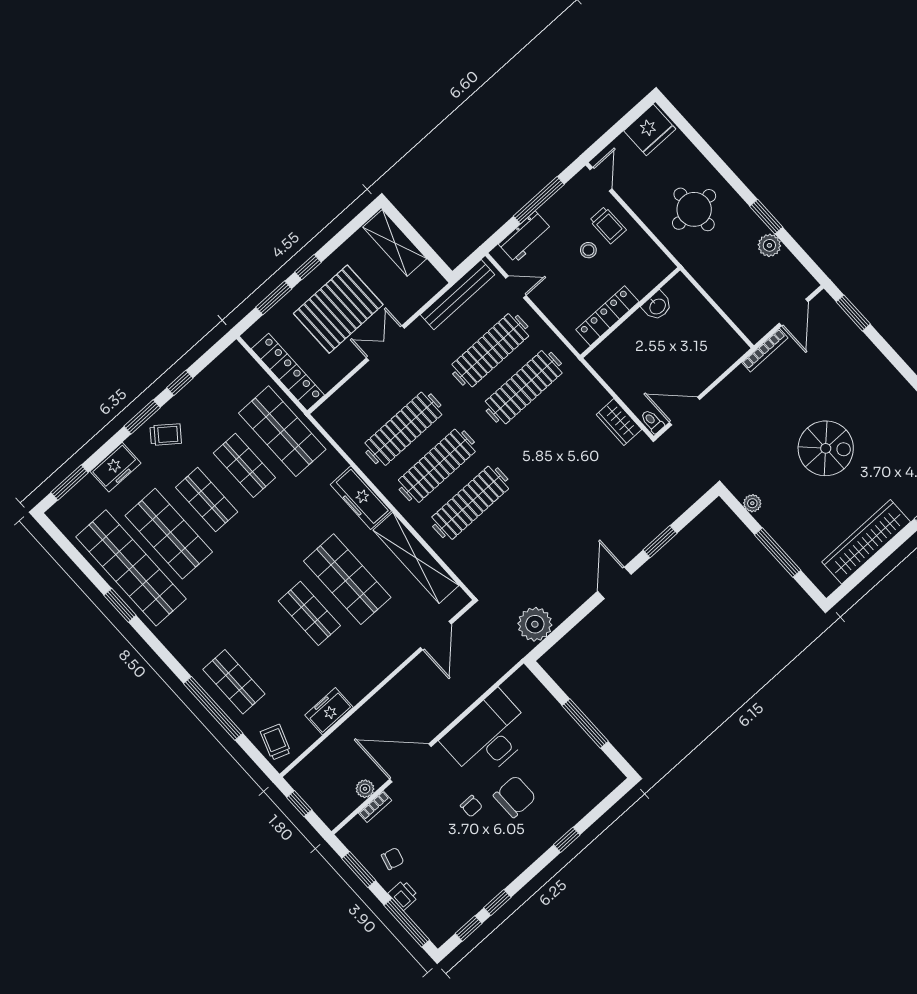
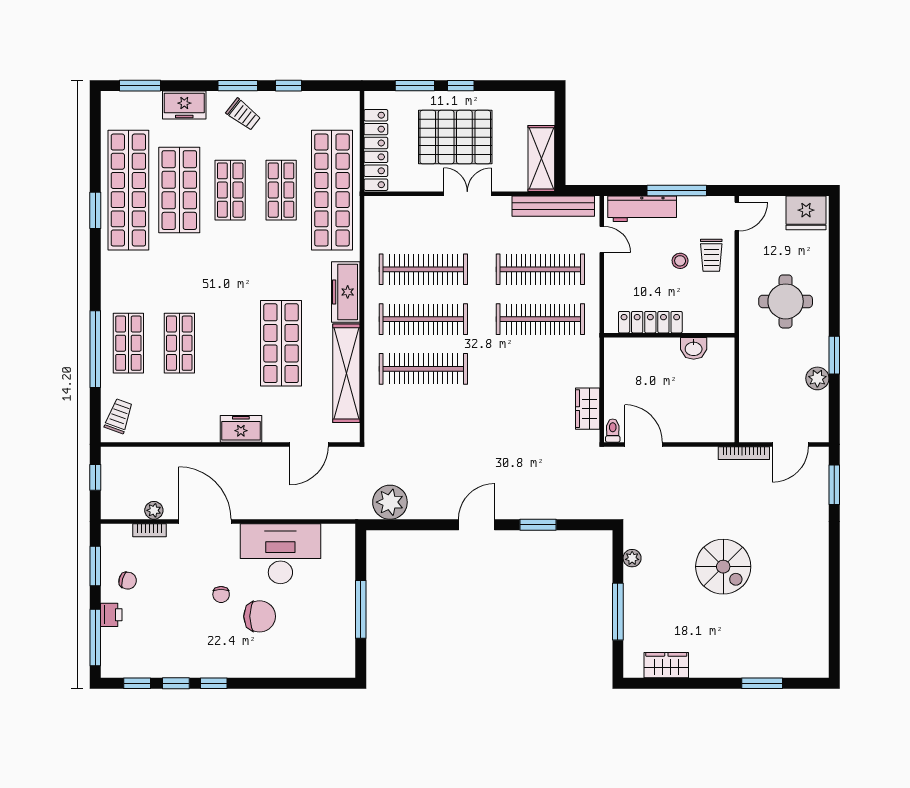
workbench: (525, 237) -> (642, 209), width x1.37
shelving: (395, 243) -> (541, 158), moved
shop shelf: (282, 431) -> (332, 190), width x1.40
wardrobe: (866, 542) -> (666, 665), width x0.48, depth x0.85
shop shelf: (309, 613) -> (179, 343), moved
freezer: (329, 711) -> (241, 429), moved
window: (567, 840) -> (214, 683), moved

